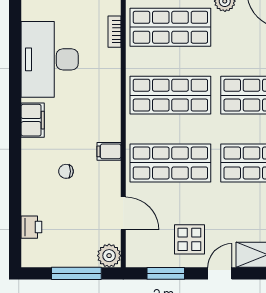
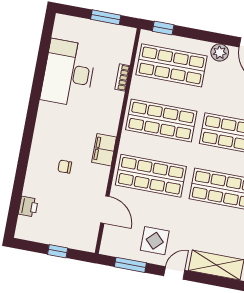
bookcase: (115, 32) -> (122, 77), moved
filing cabinet: (33, 120) -> (45, 120), removed
filing cabinet: (109, 151) -> (104, 150), width x2.00
plant: (109, 256) -> (87, 242), removed
window: (76, 273) -> (58, 251), width x0.46

